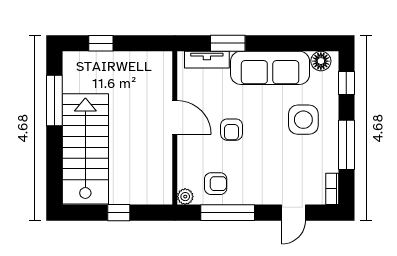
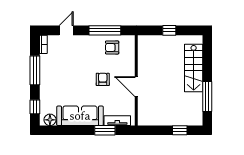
side table: (303, 120) -> (60, 85), removed
stairs: (85, 149) -> (194, 68), width x0.73, depth x0.66
plant: (185, 197) -> (130, 40), removed

